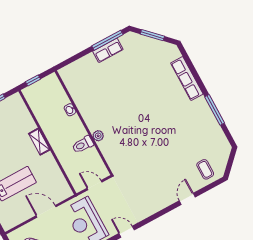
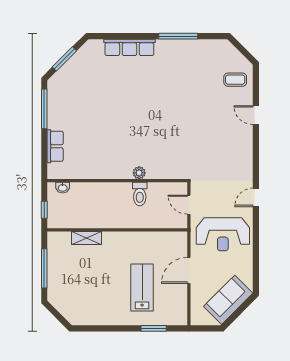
row of seats: (108, 50) -> (55, 146), moved
washbasin: (70, 110) -> (63, 188), moved
shelving: (39, 142) -> (86, 238), moved
door: (95, 185) -> (189, 205), hinge flipped

